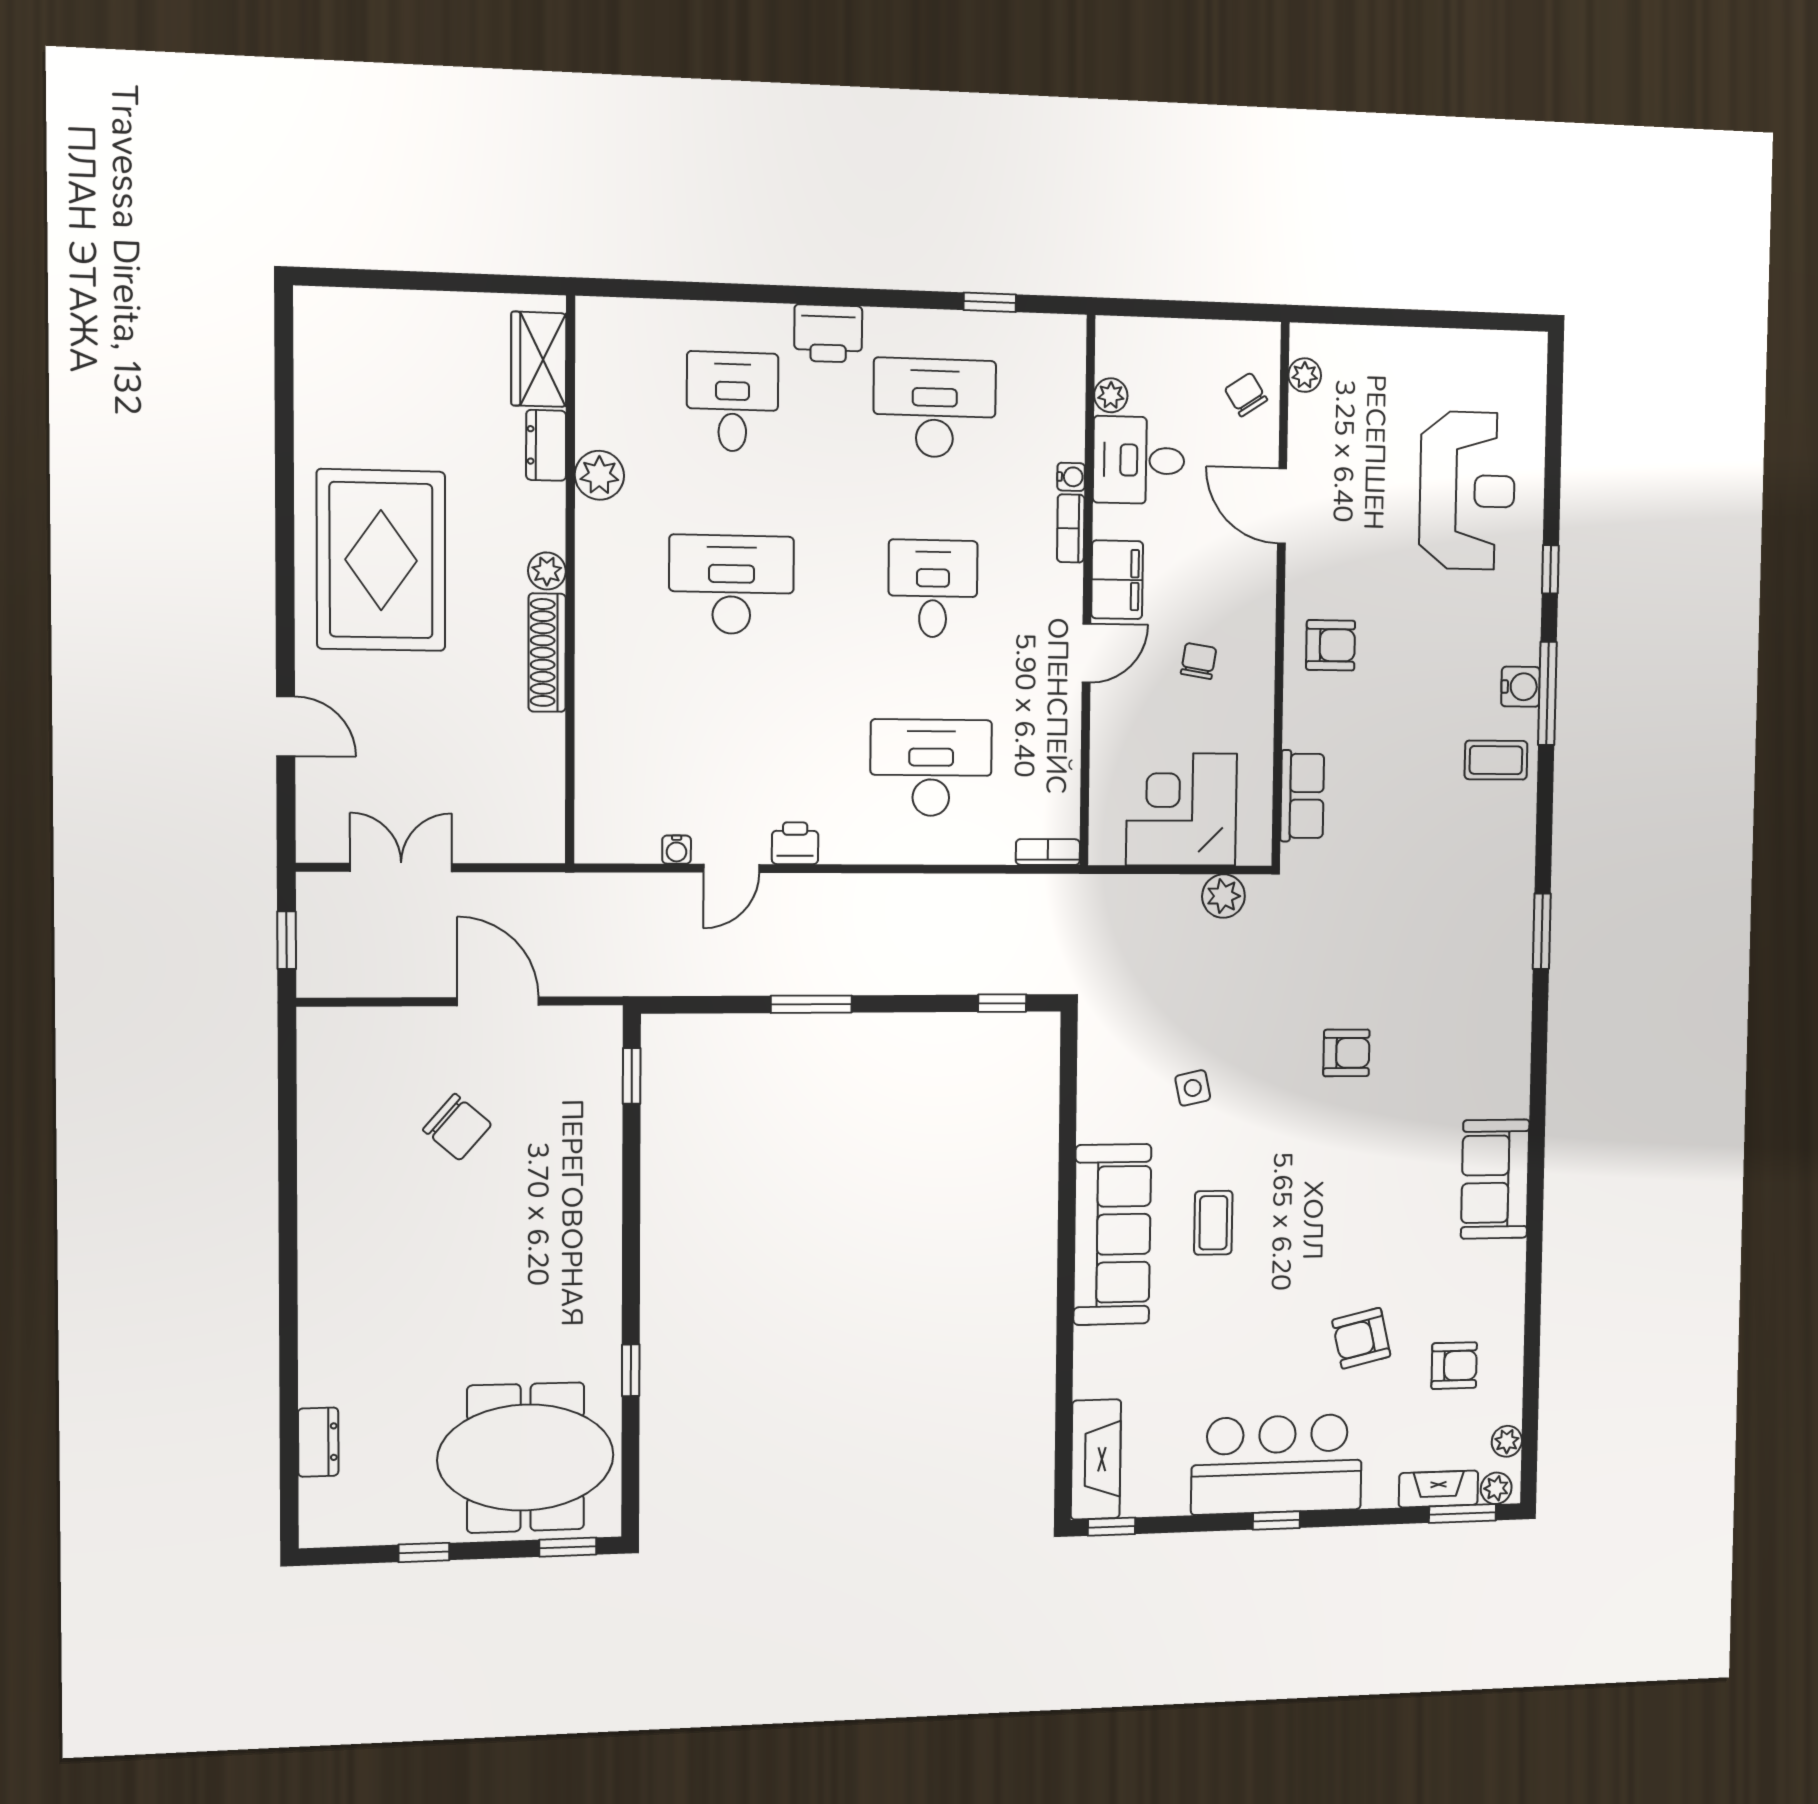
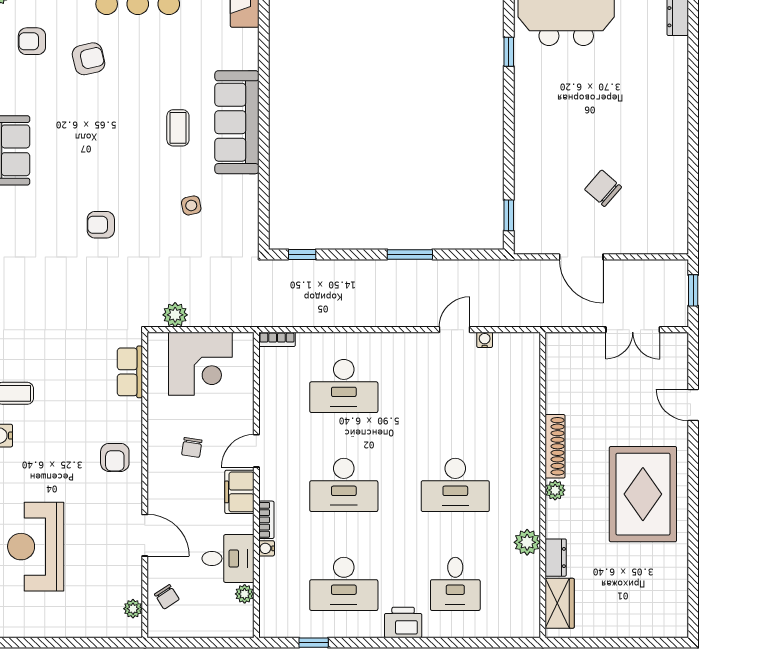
desk: (933, 589) -> (344, 485), width x1.37
armchair: (1331, 645) -> (115, 457), turned -90
printer: (795, 843) -> (419, 344), removed

